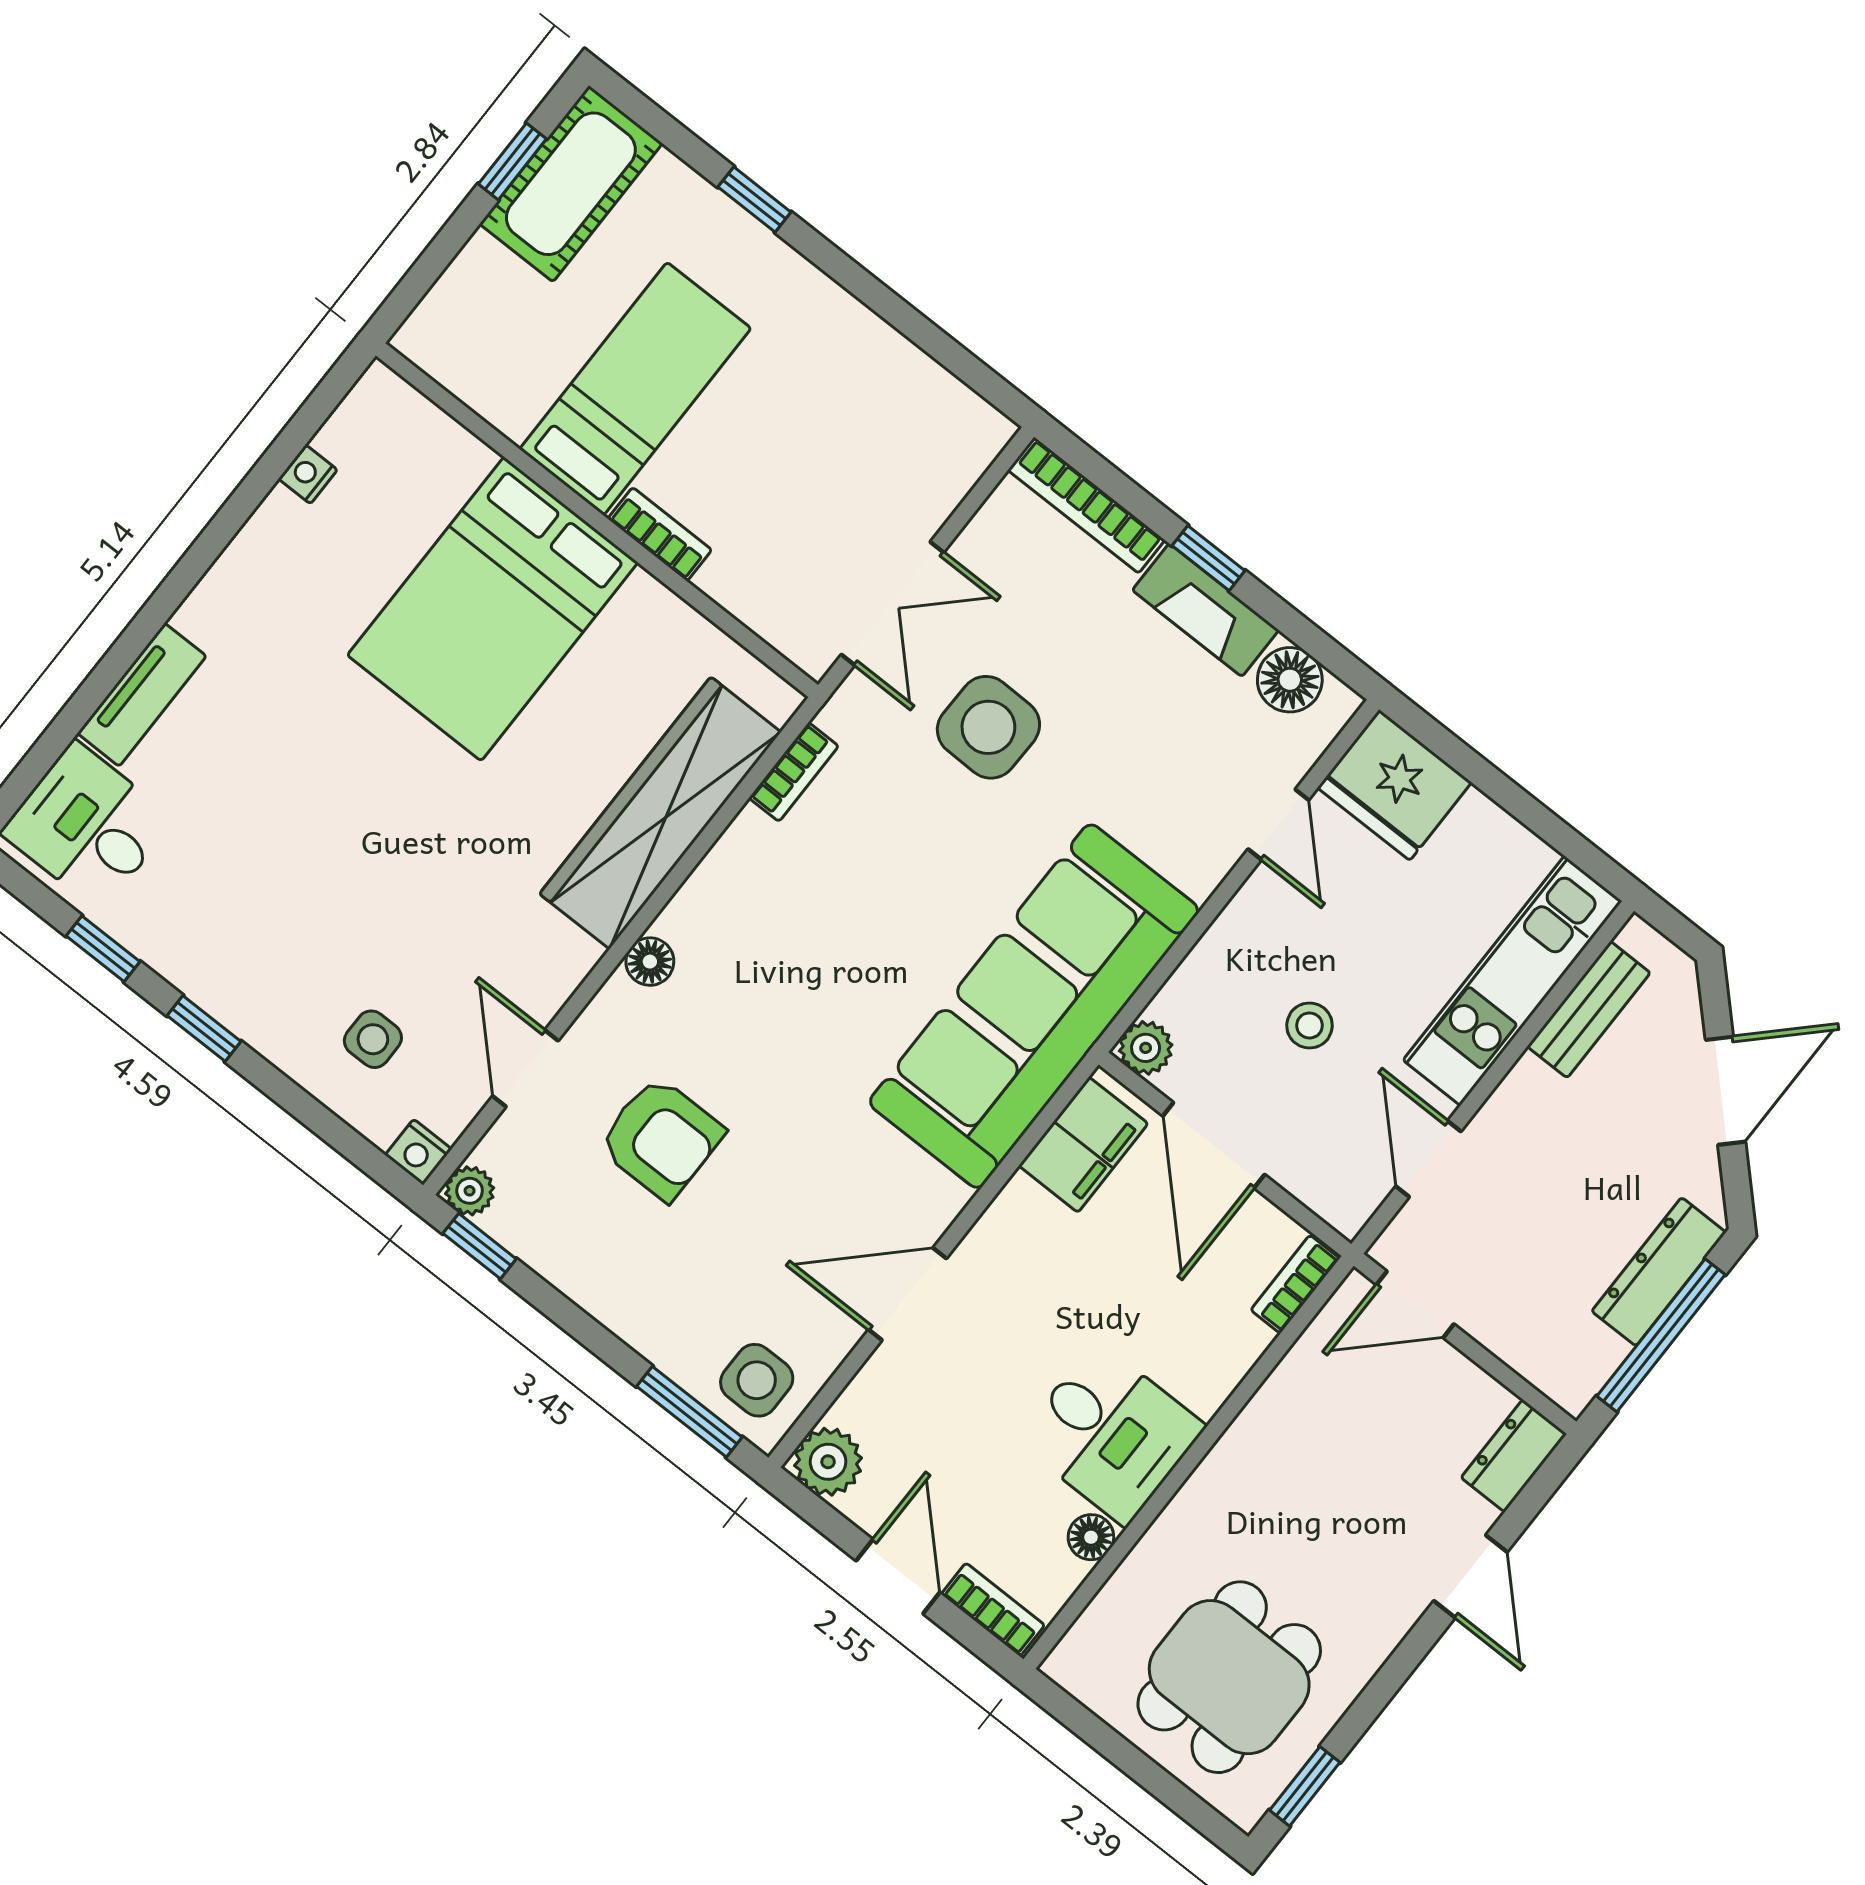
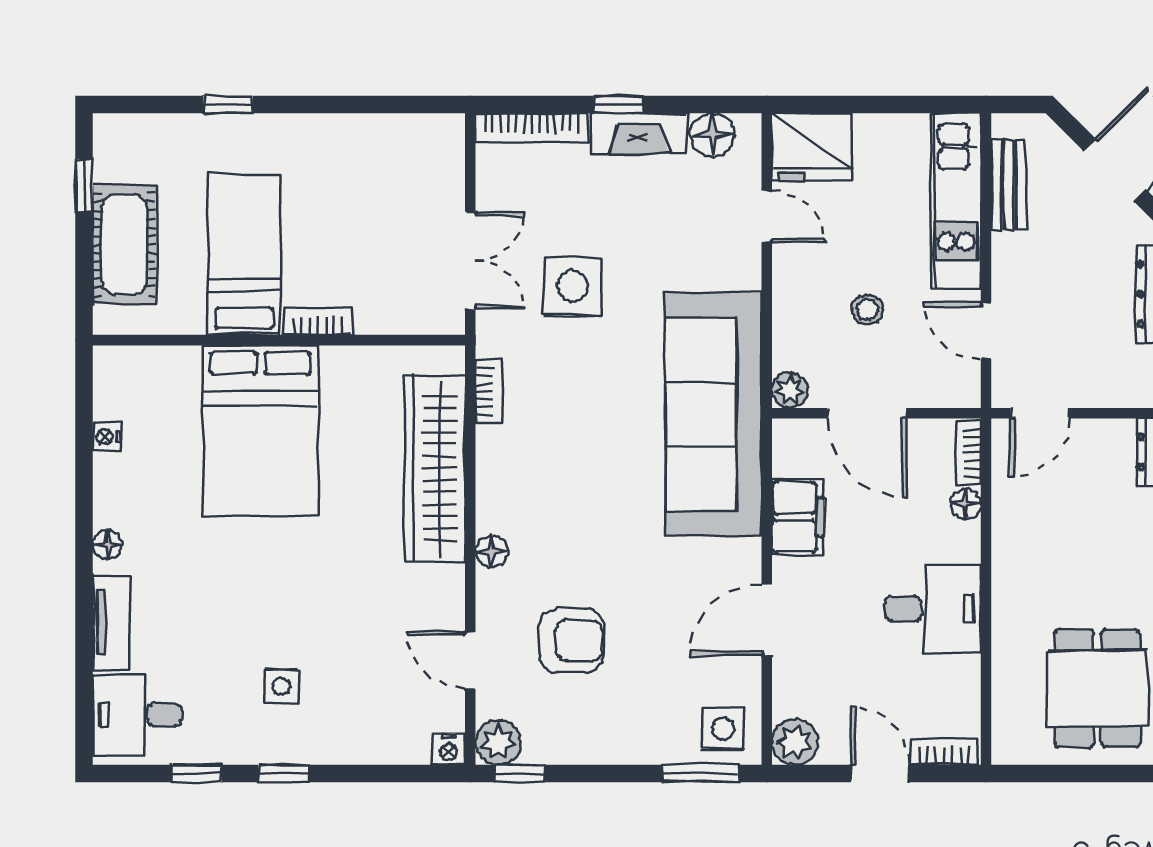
cot: (571, 184) -> (124, 244), moved
floor lamp: (209, 601) -> (107, 545), added
side table: (373, 1039) -> (281, 686), moved
filing cabinet: (1083, 1145) -> (798, 517), moved
plant: (470, 1191) -> (498, 742), width x1.38, depth x1.38
floor lamp: (1091, 1537) -> (966, 504), moved

